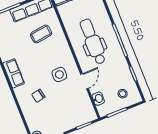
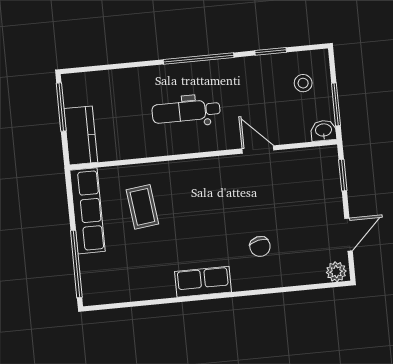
dental chair: (93, 42) -> (186, 111), width x0.73, depth x0.72
side table: (59, 75) -> (231, 194), removed
washbasin: (98, 99) -> (324, 131), moved

